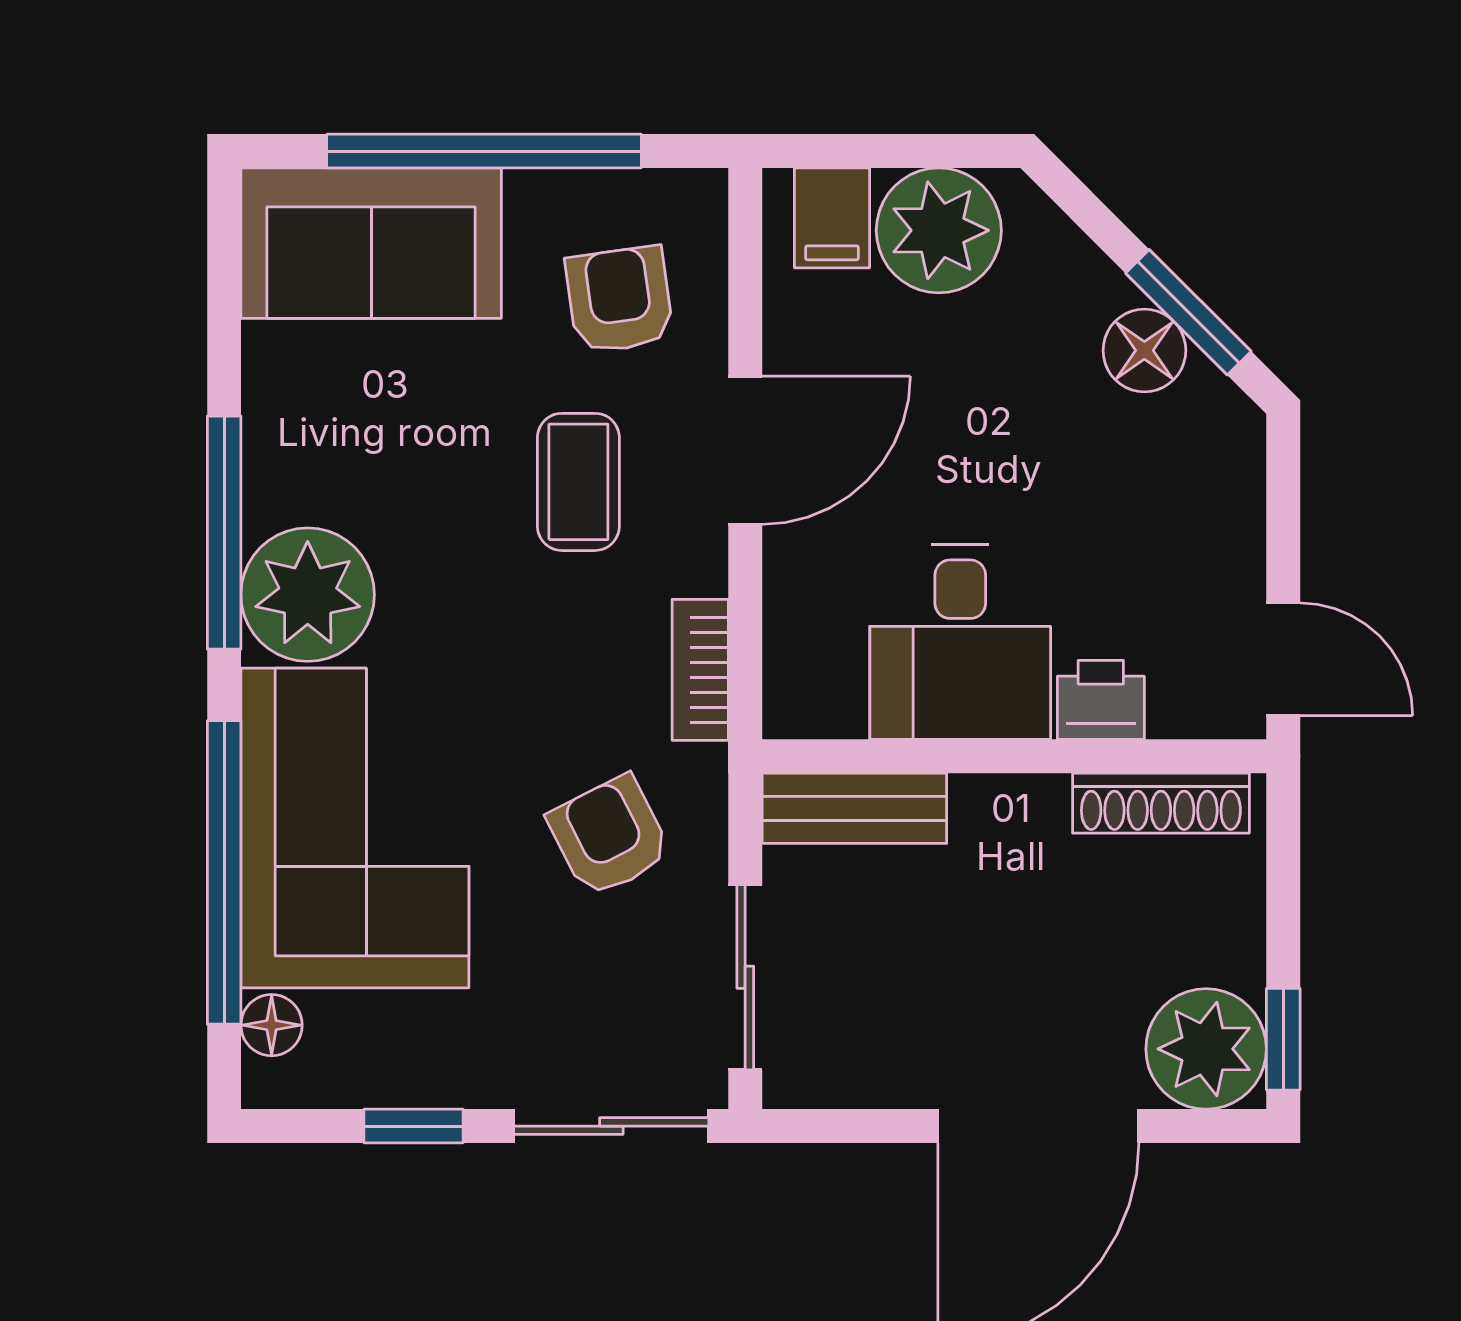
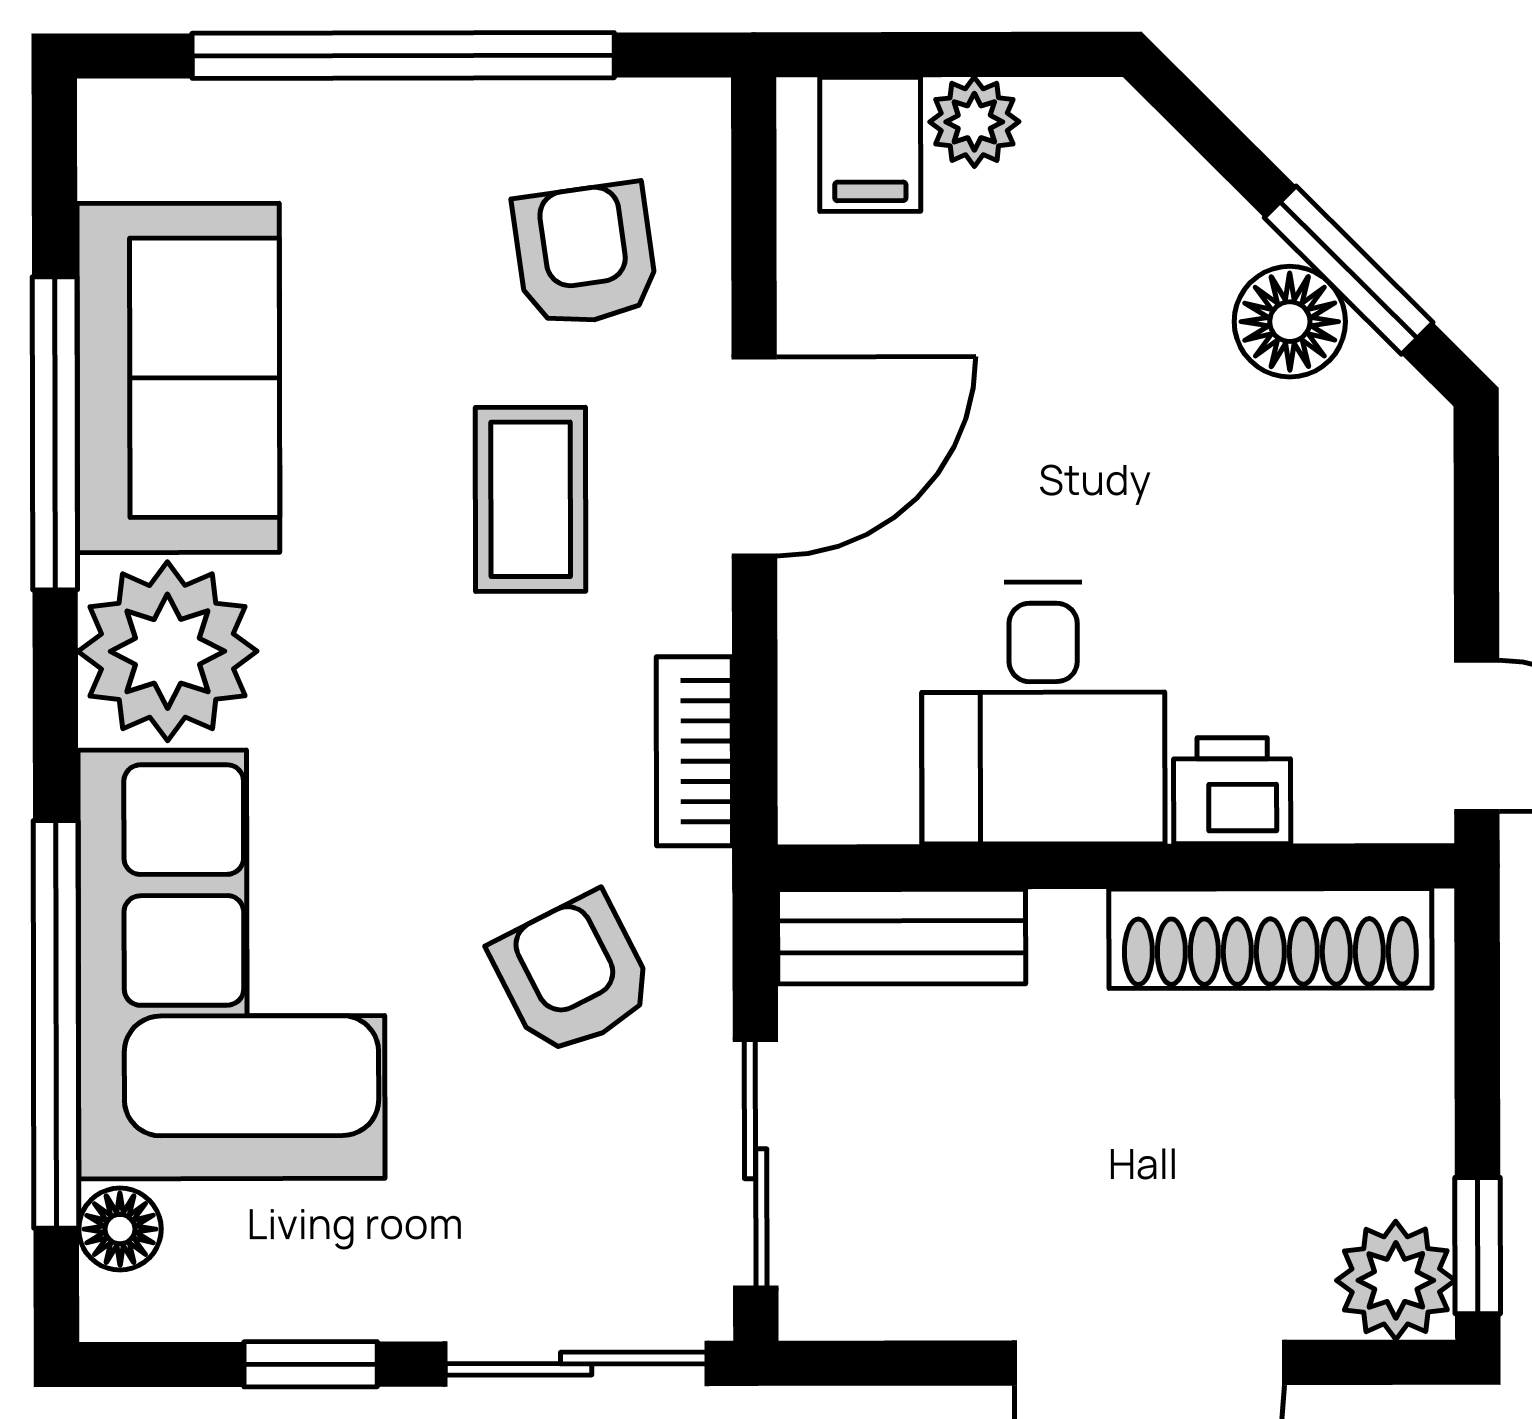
plant: (939, 230) -> (974, 122), width x0.53, depth x0.53
sofa: (371, 243) -> (178, 378), moved, turned -90
window: (224, 533) -> (55, 433), moved
shoe rack: (1161, 803) -> (1270, 939), width x1.36, depth x1.24
plant: (1206, 1049) -> (1396, 1280), width x0.73, depth x0.73

